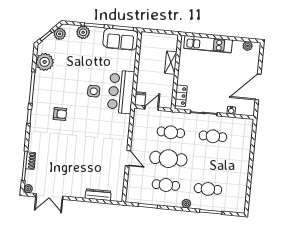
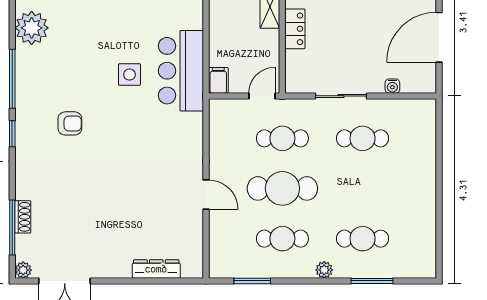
locker: (181, 96) -> (295, 29), moved
door: (152, 108) -> (262, 96), moved

